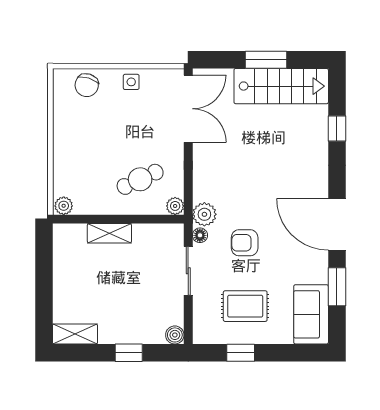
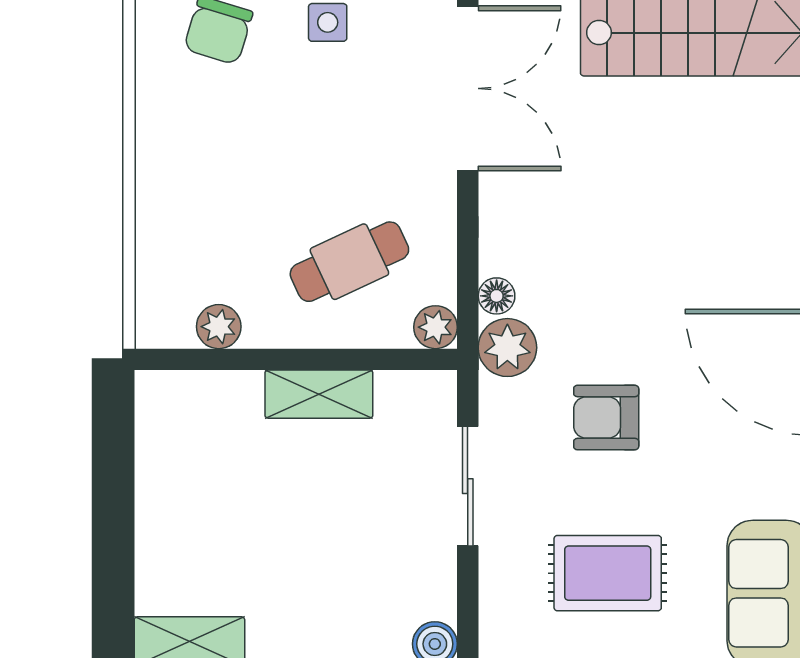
plant: (64, 206) -> (219, 327), moved
shelving: (109, 233) -> (319, 394), moved
floor lamp: (200, 235) -> (497, 296), moved

